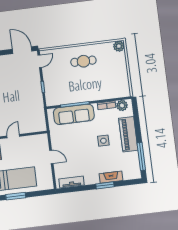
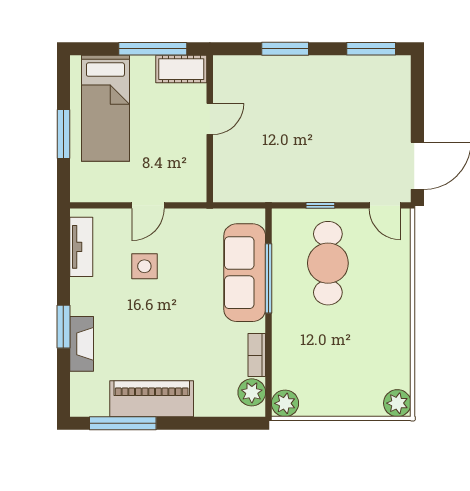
cafe table: (83, 61) -> (328, 263), moved, width x1.37, depth x1.35
plant: (125, 91) -> (285, 403), added
piano: (128, 134) -> (152, 399), moved
door: (13, 136) -> (210, 119), hinge flipped
side table: (103, 141) -> (144, 266), moved
window: (16, 196) -> (63, 134), moved

